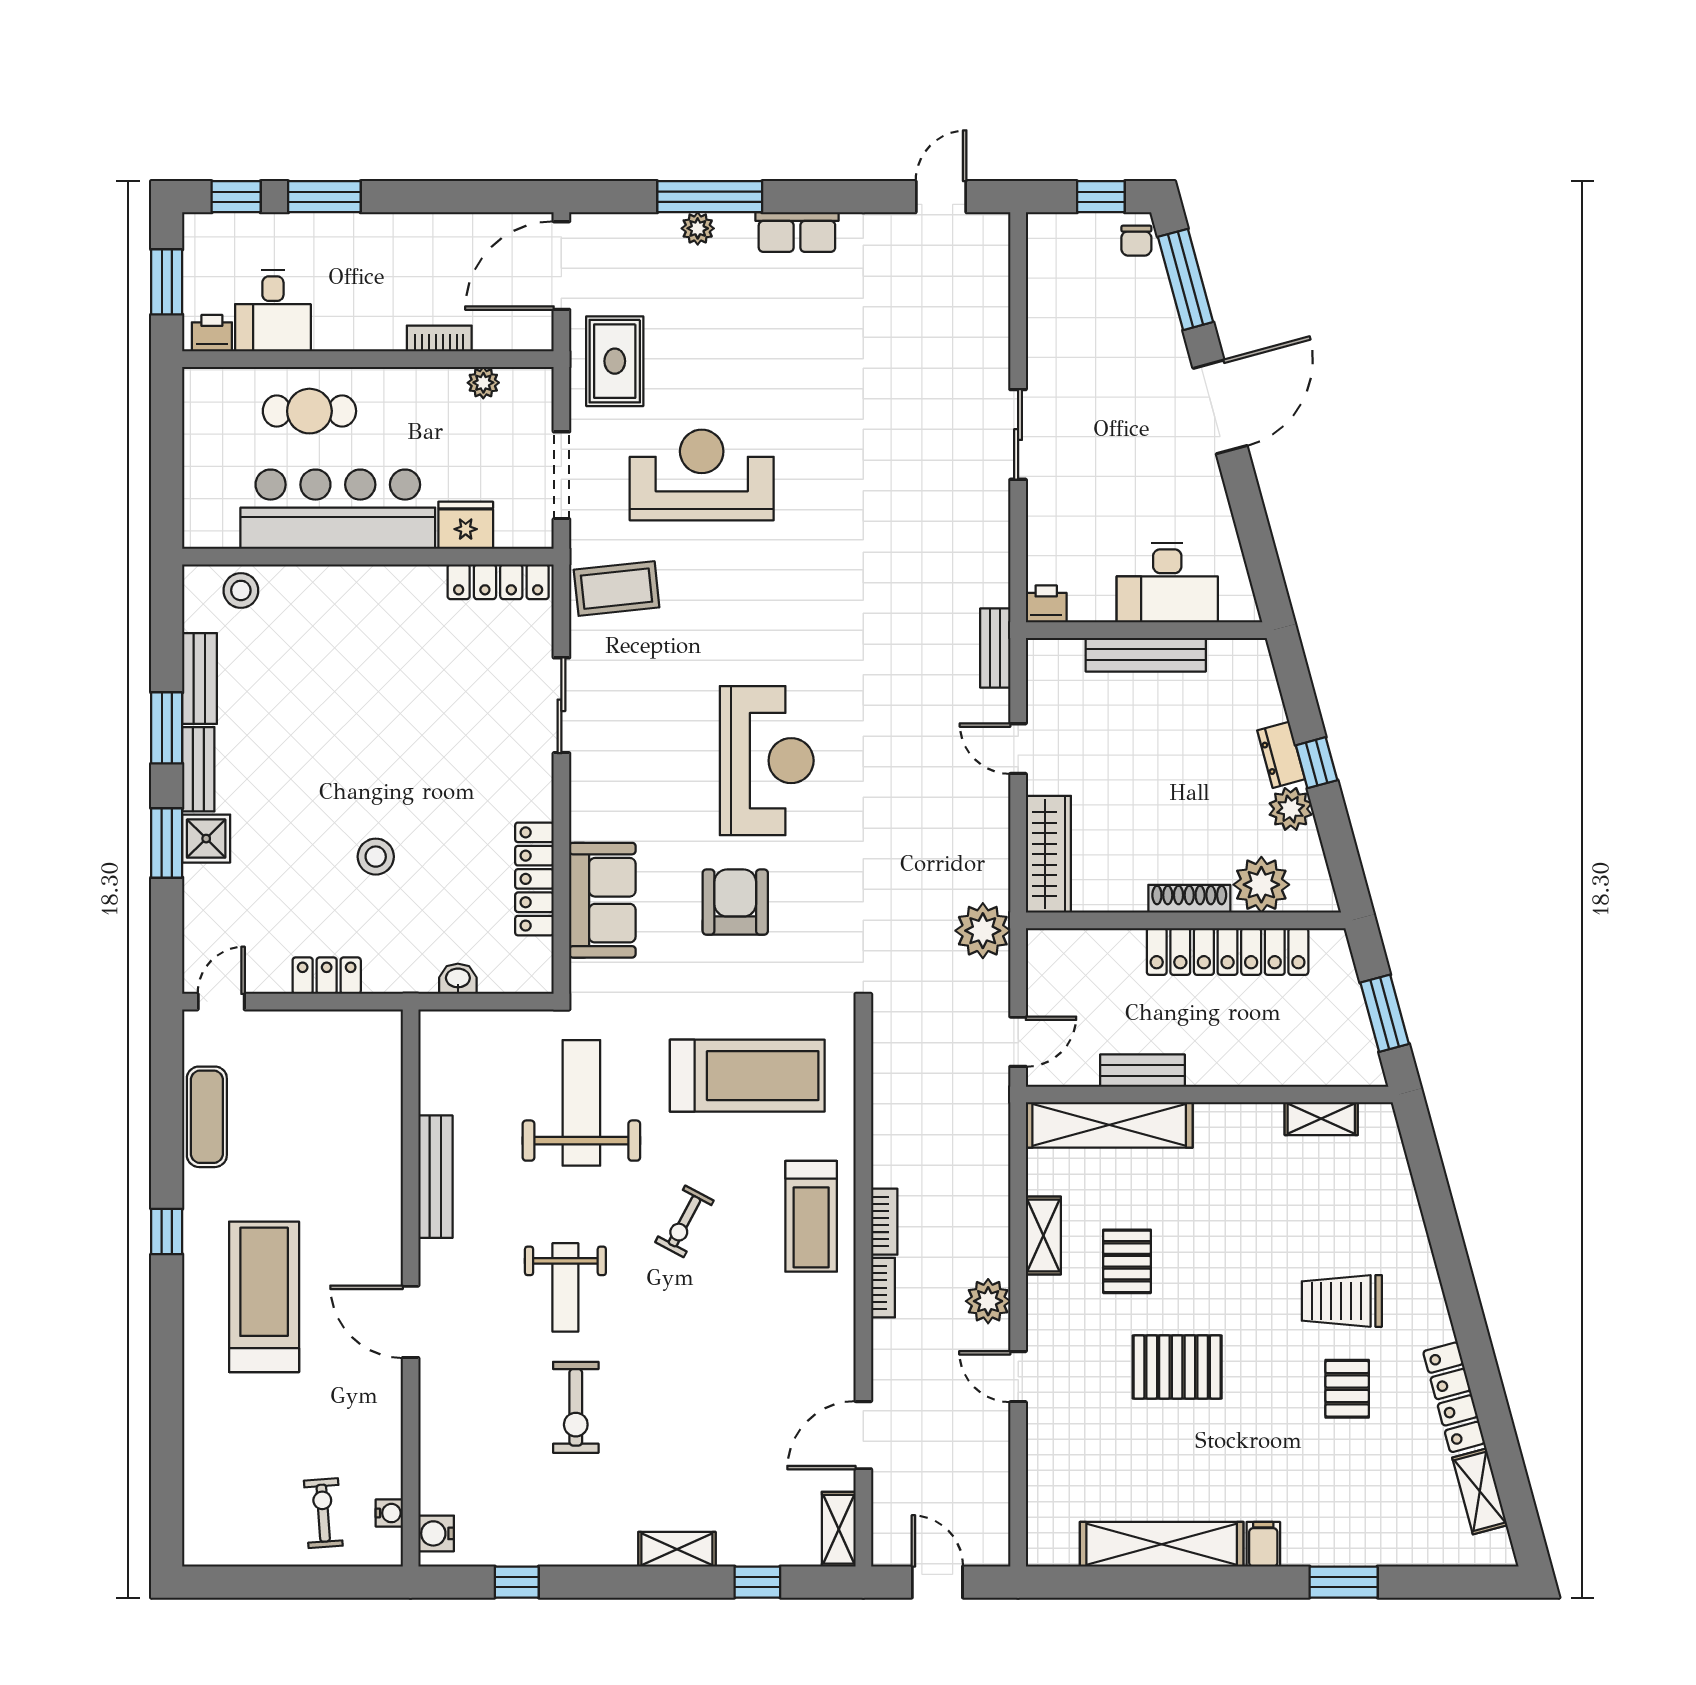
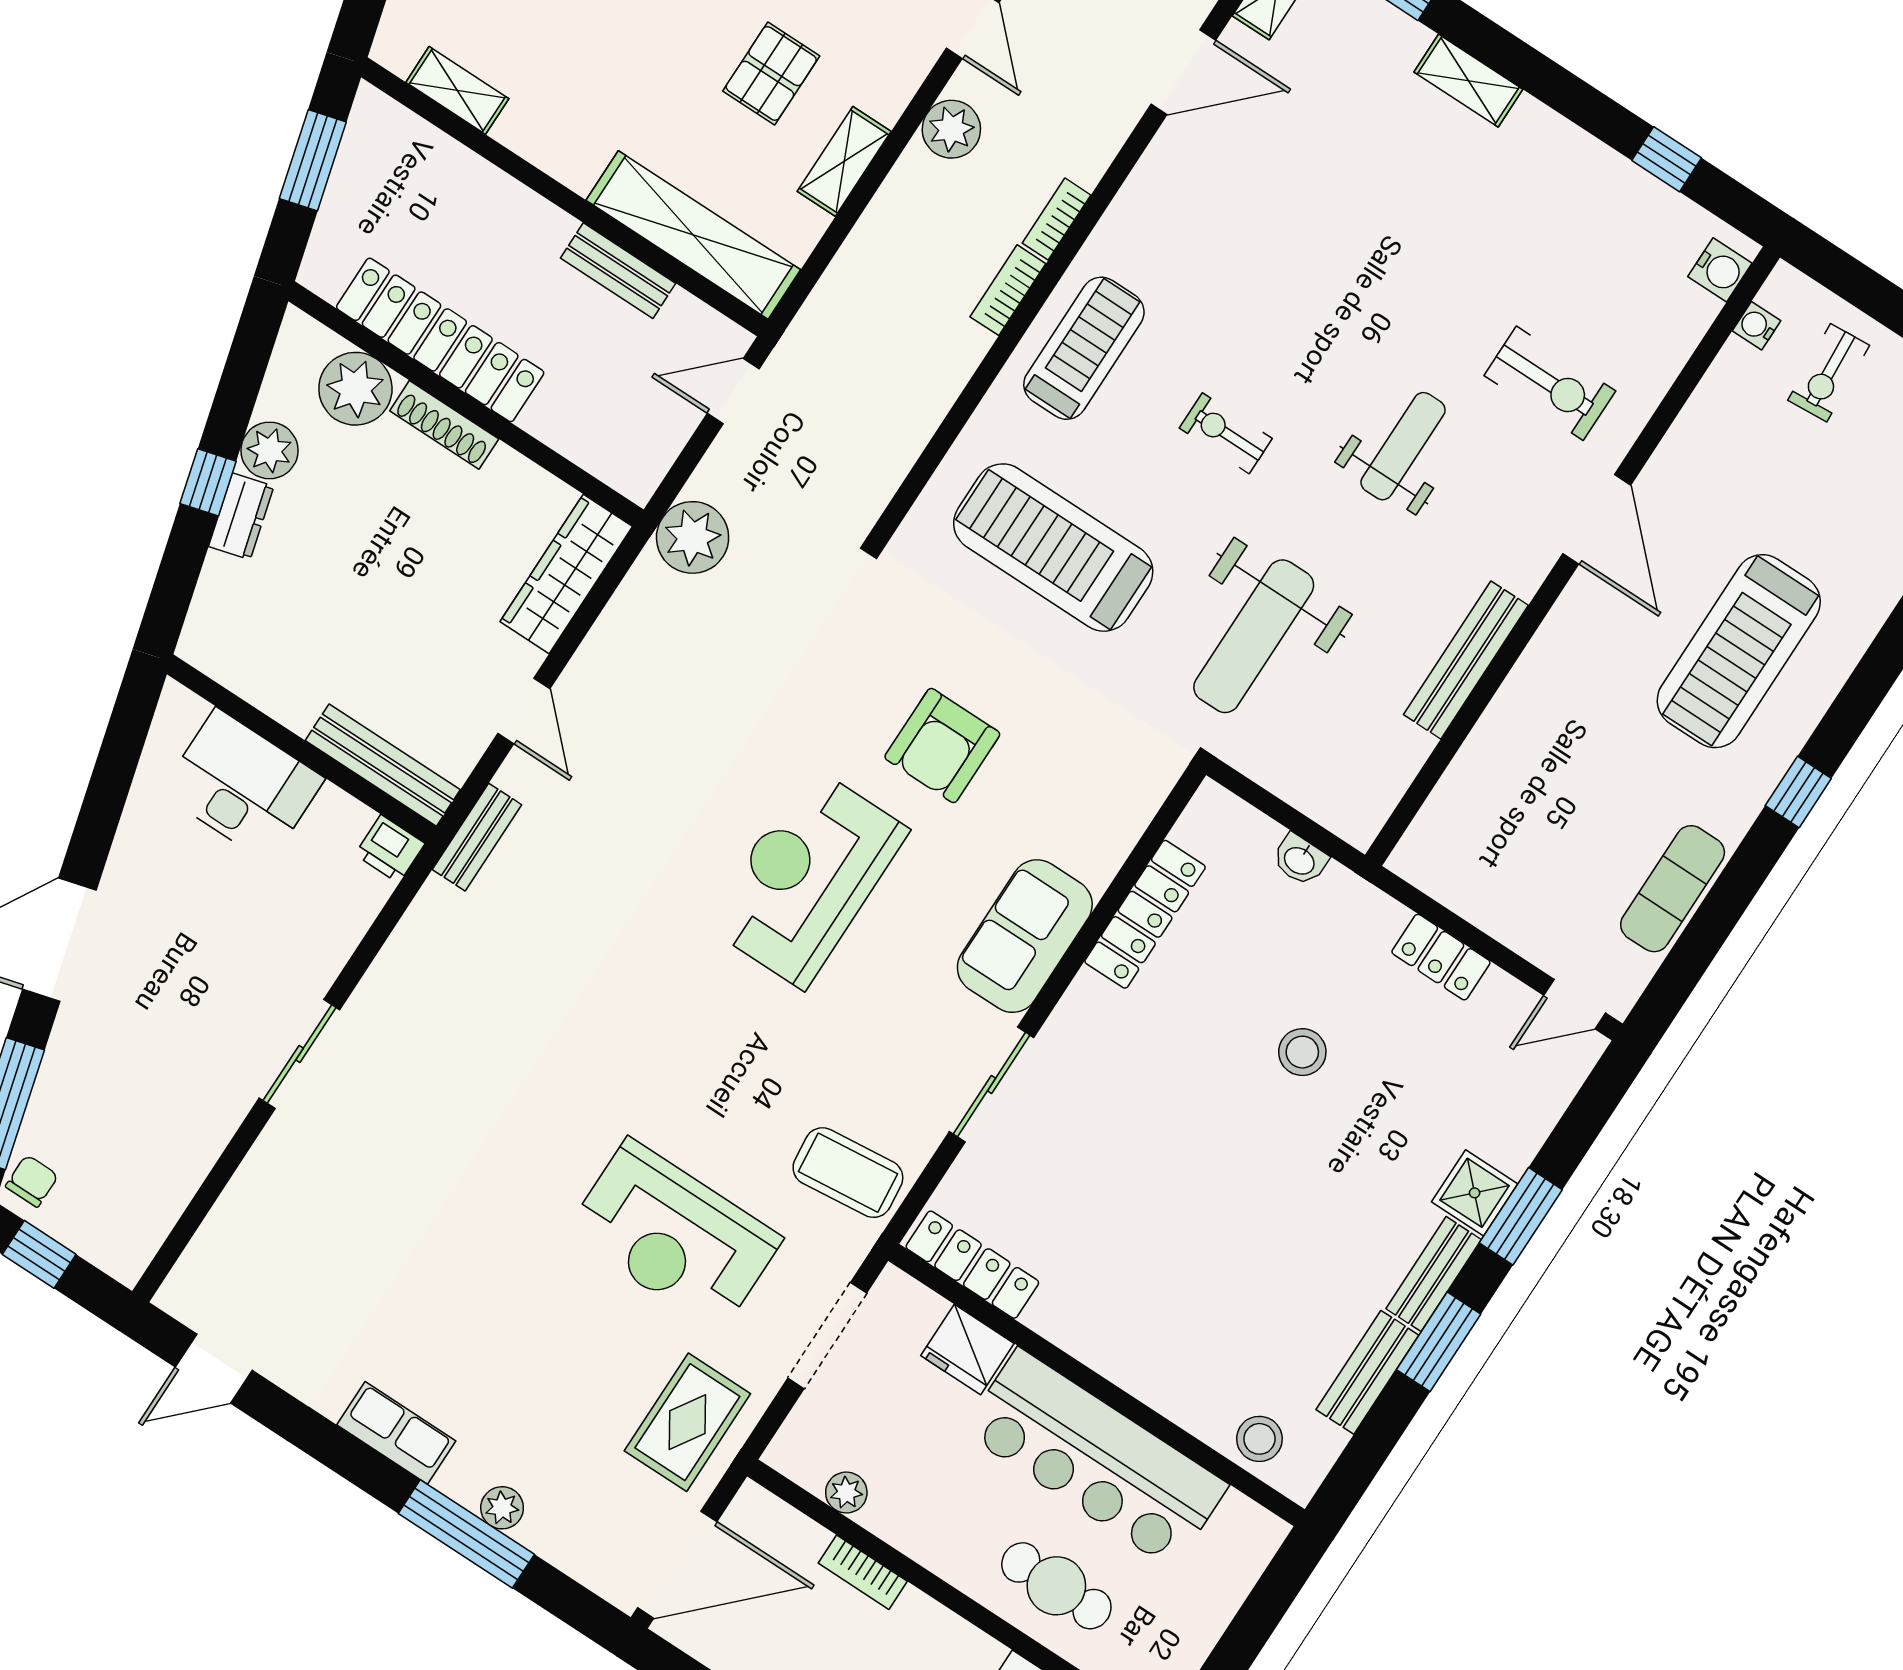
bench: (1146, 655) -> (383, 765), moved
sofa: (602, 900) -> (1025, 936), moved
exercise bike: (684, 1221) -> (1226, 433), turned -118
exercise bike: (576, 1407) -> (1550, 383), moved, turned 90

